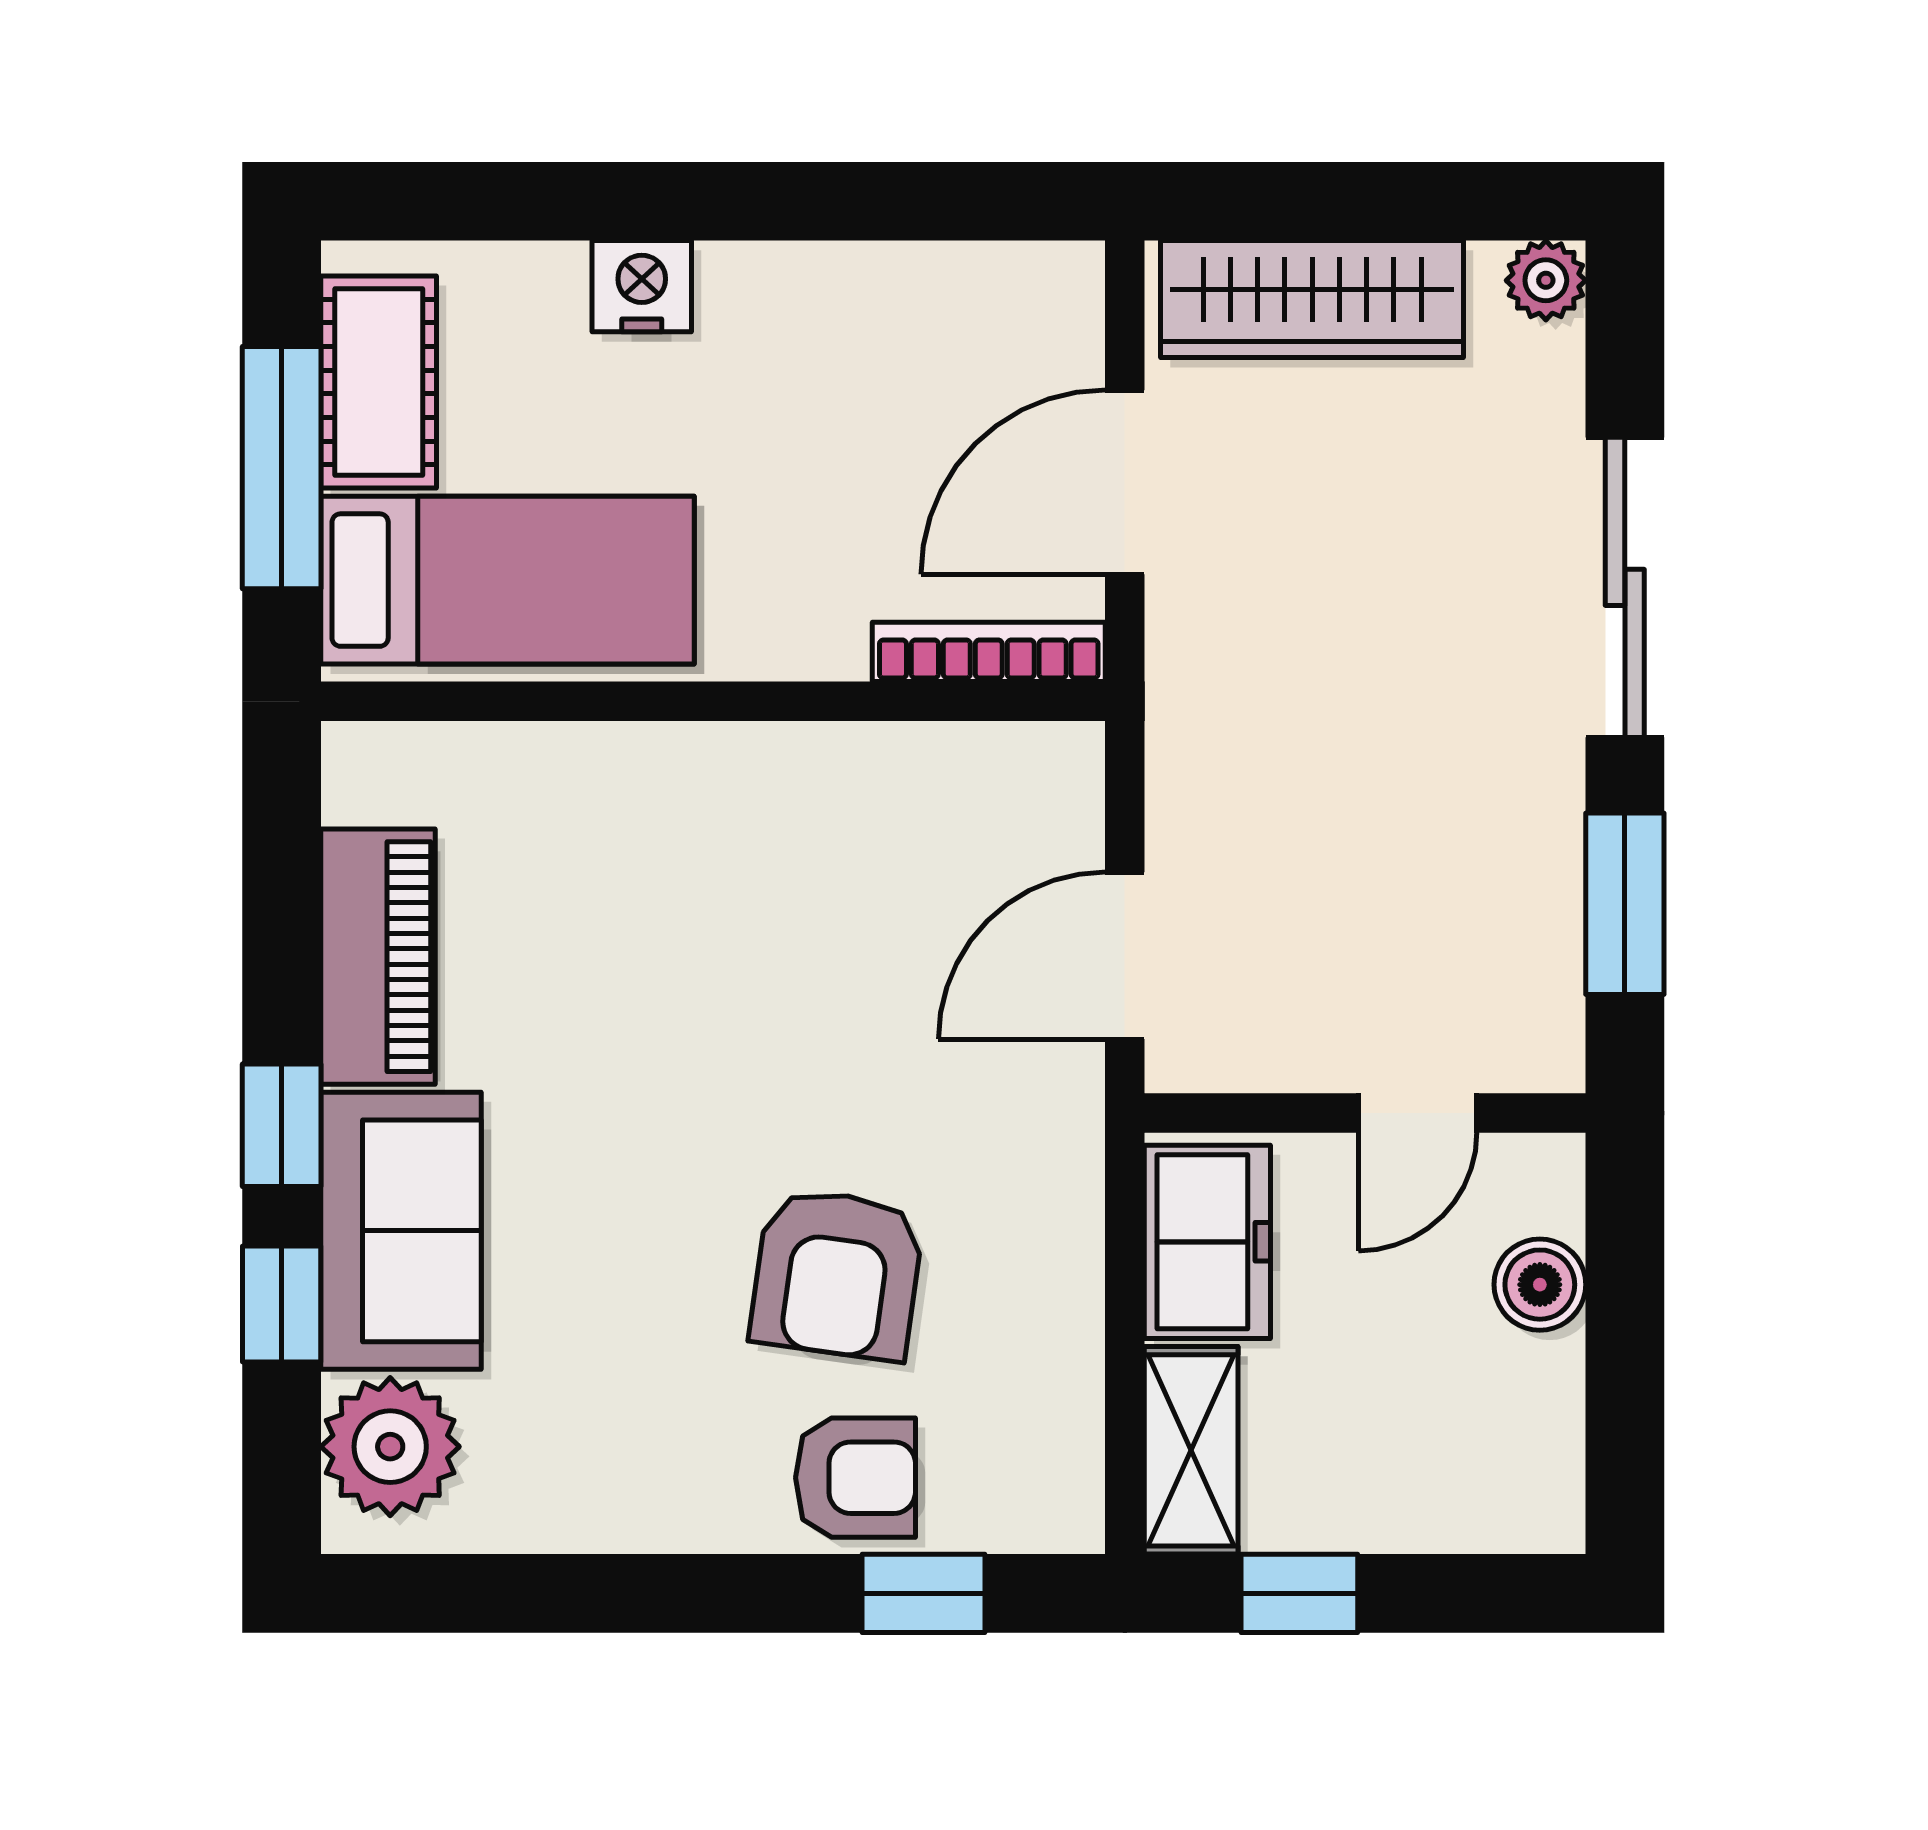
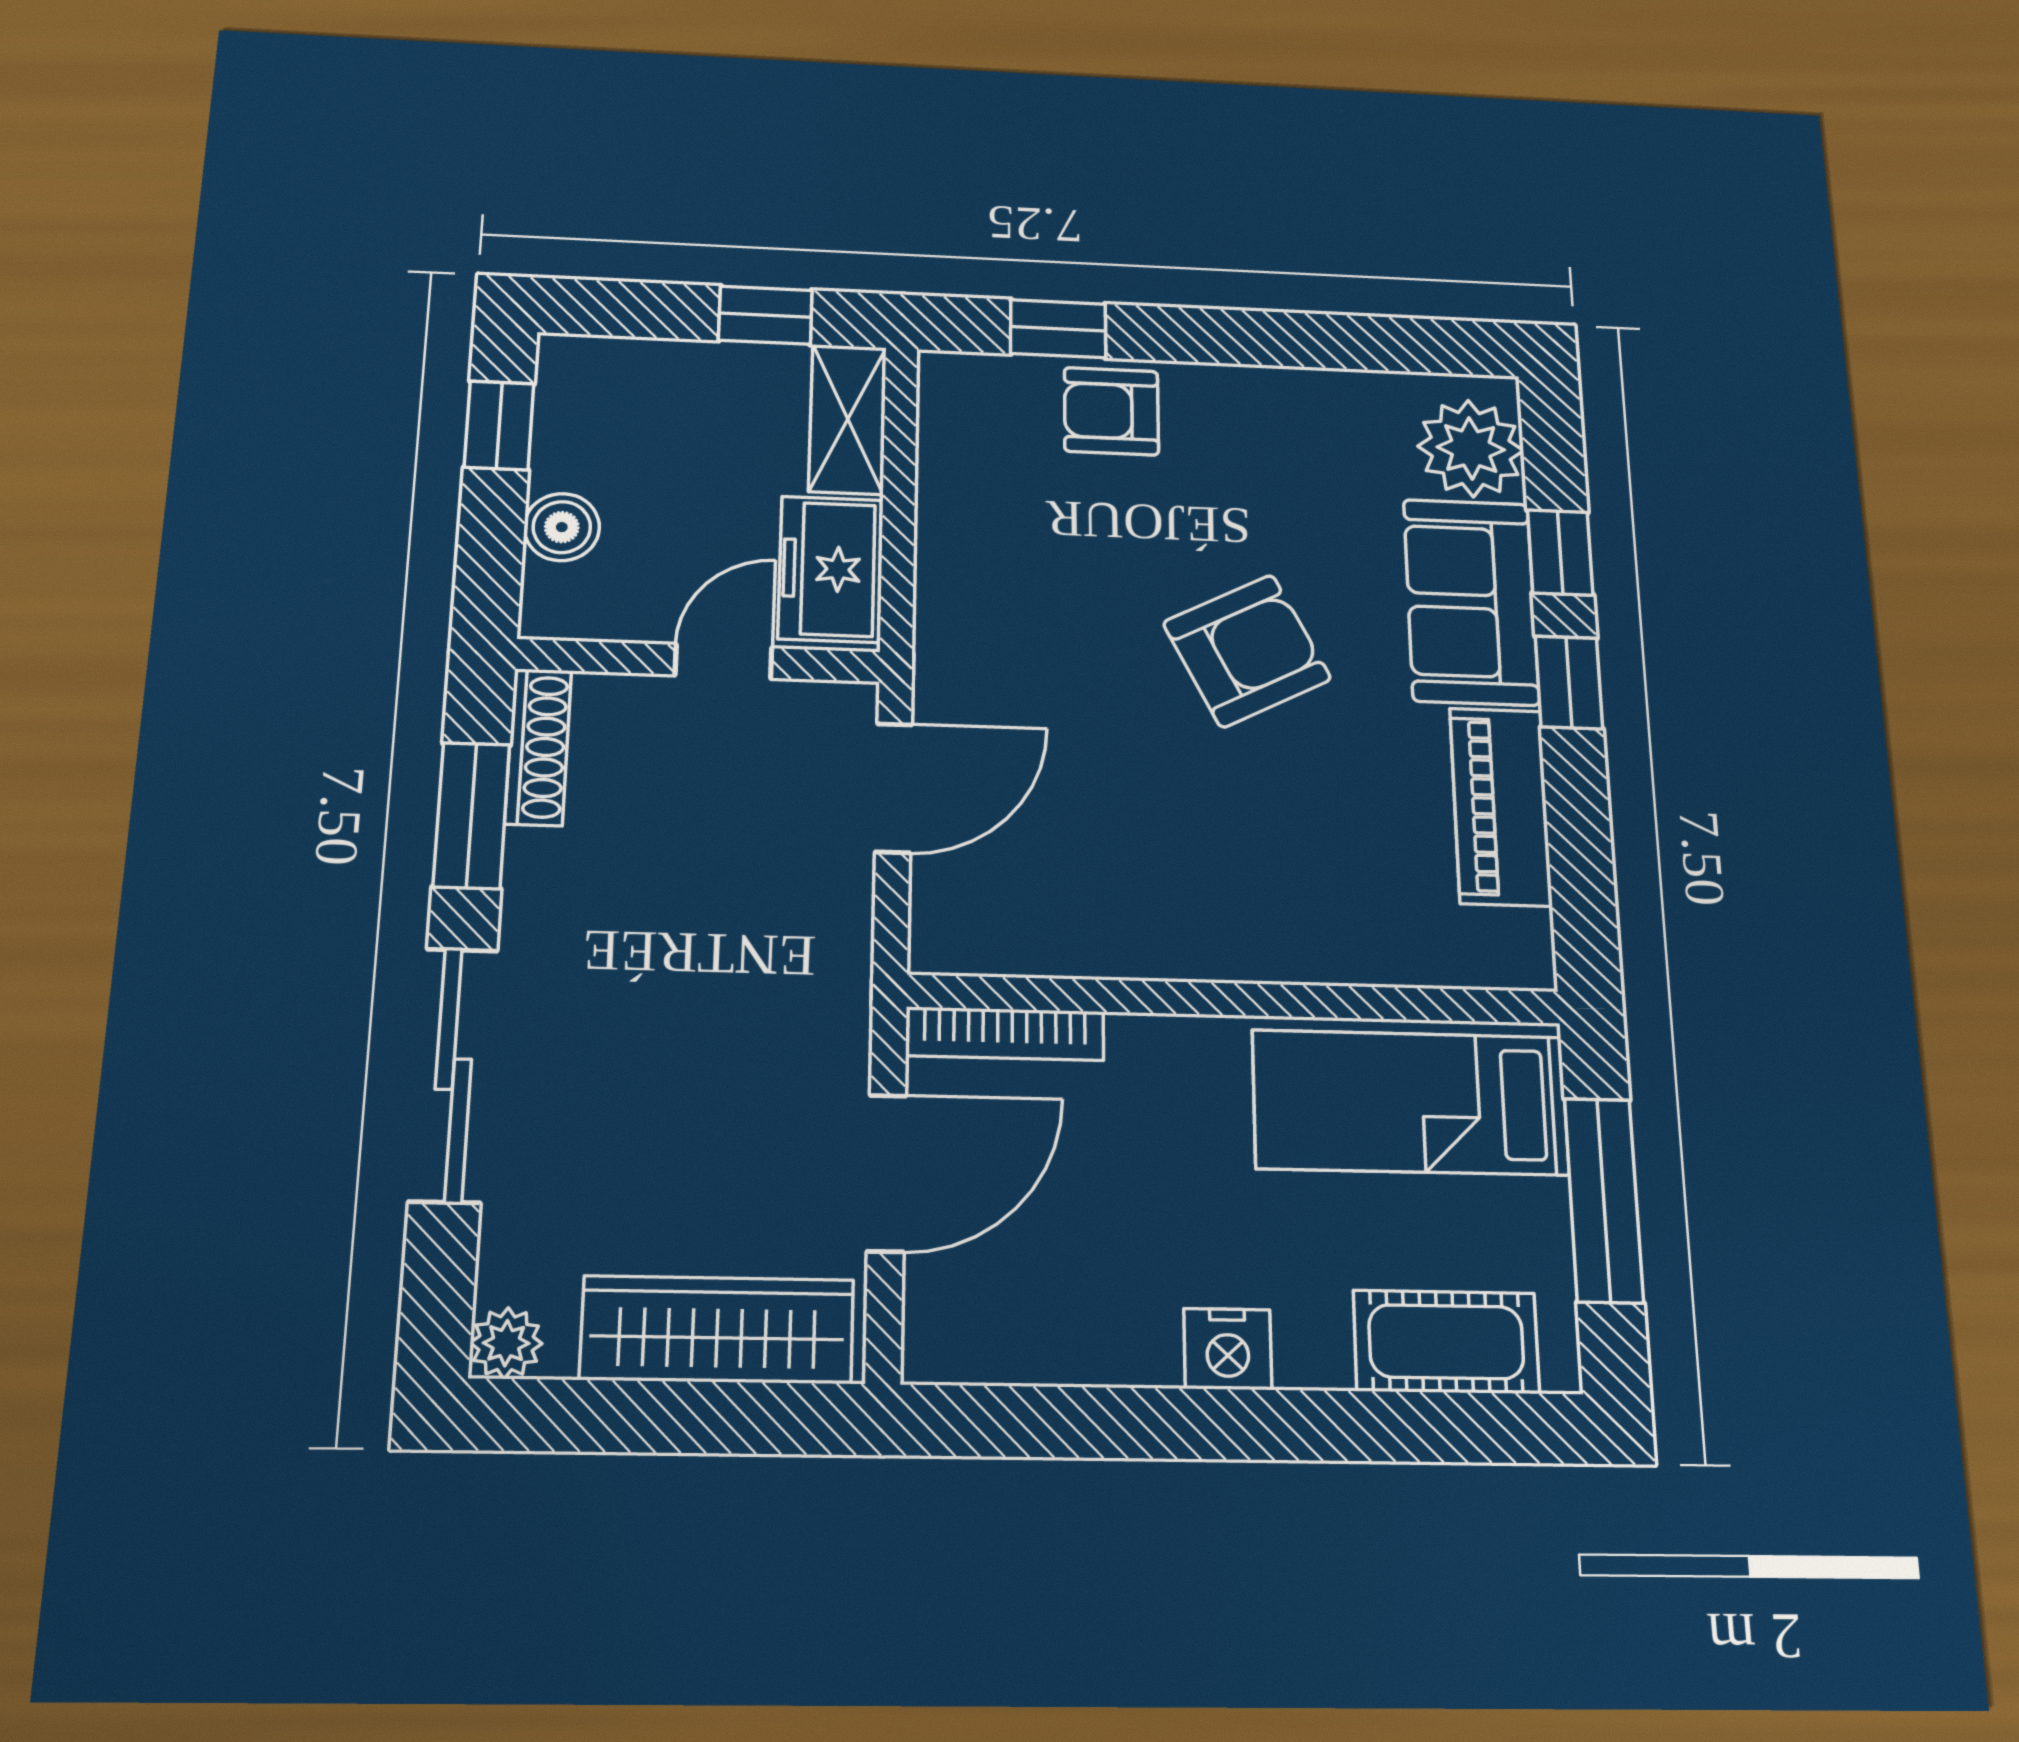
nightstand: (642, 286) -> (1228, 1349), moved
cot: (379, 382) -> (1446, 1342), moved, turned 90
shoe rack: (1552, 994) -> (538, 747), added
door: (1418, 1113) -> (724, 661), moved
armchair: (837, 1274) -> (1247, 651), moved, turned 55
window: (1625, 1421) -> (499, 425), added

